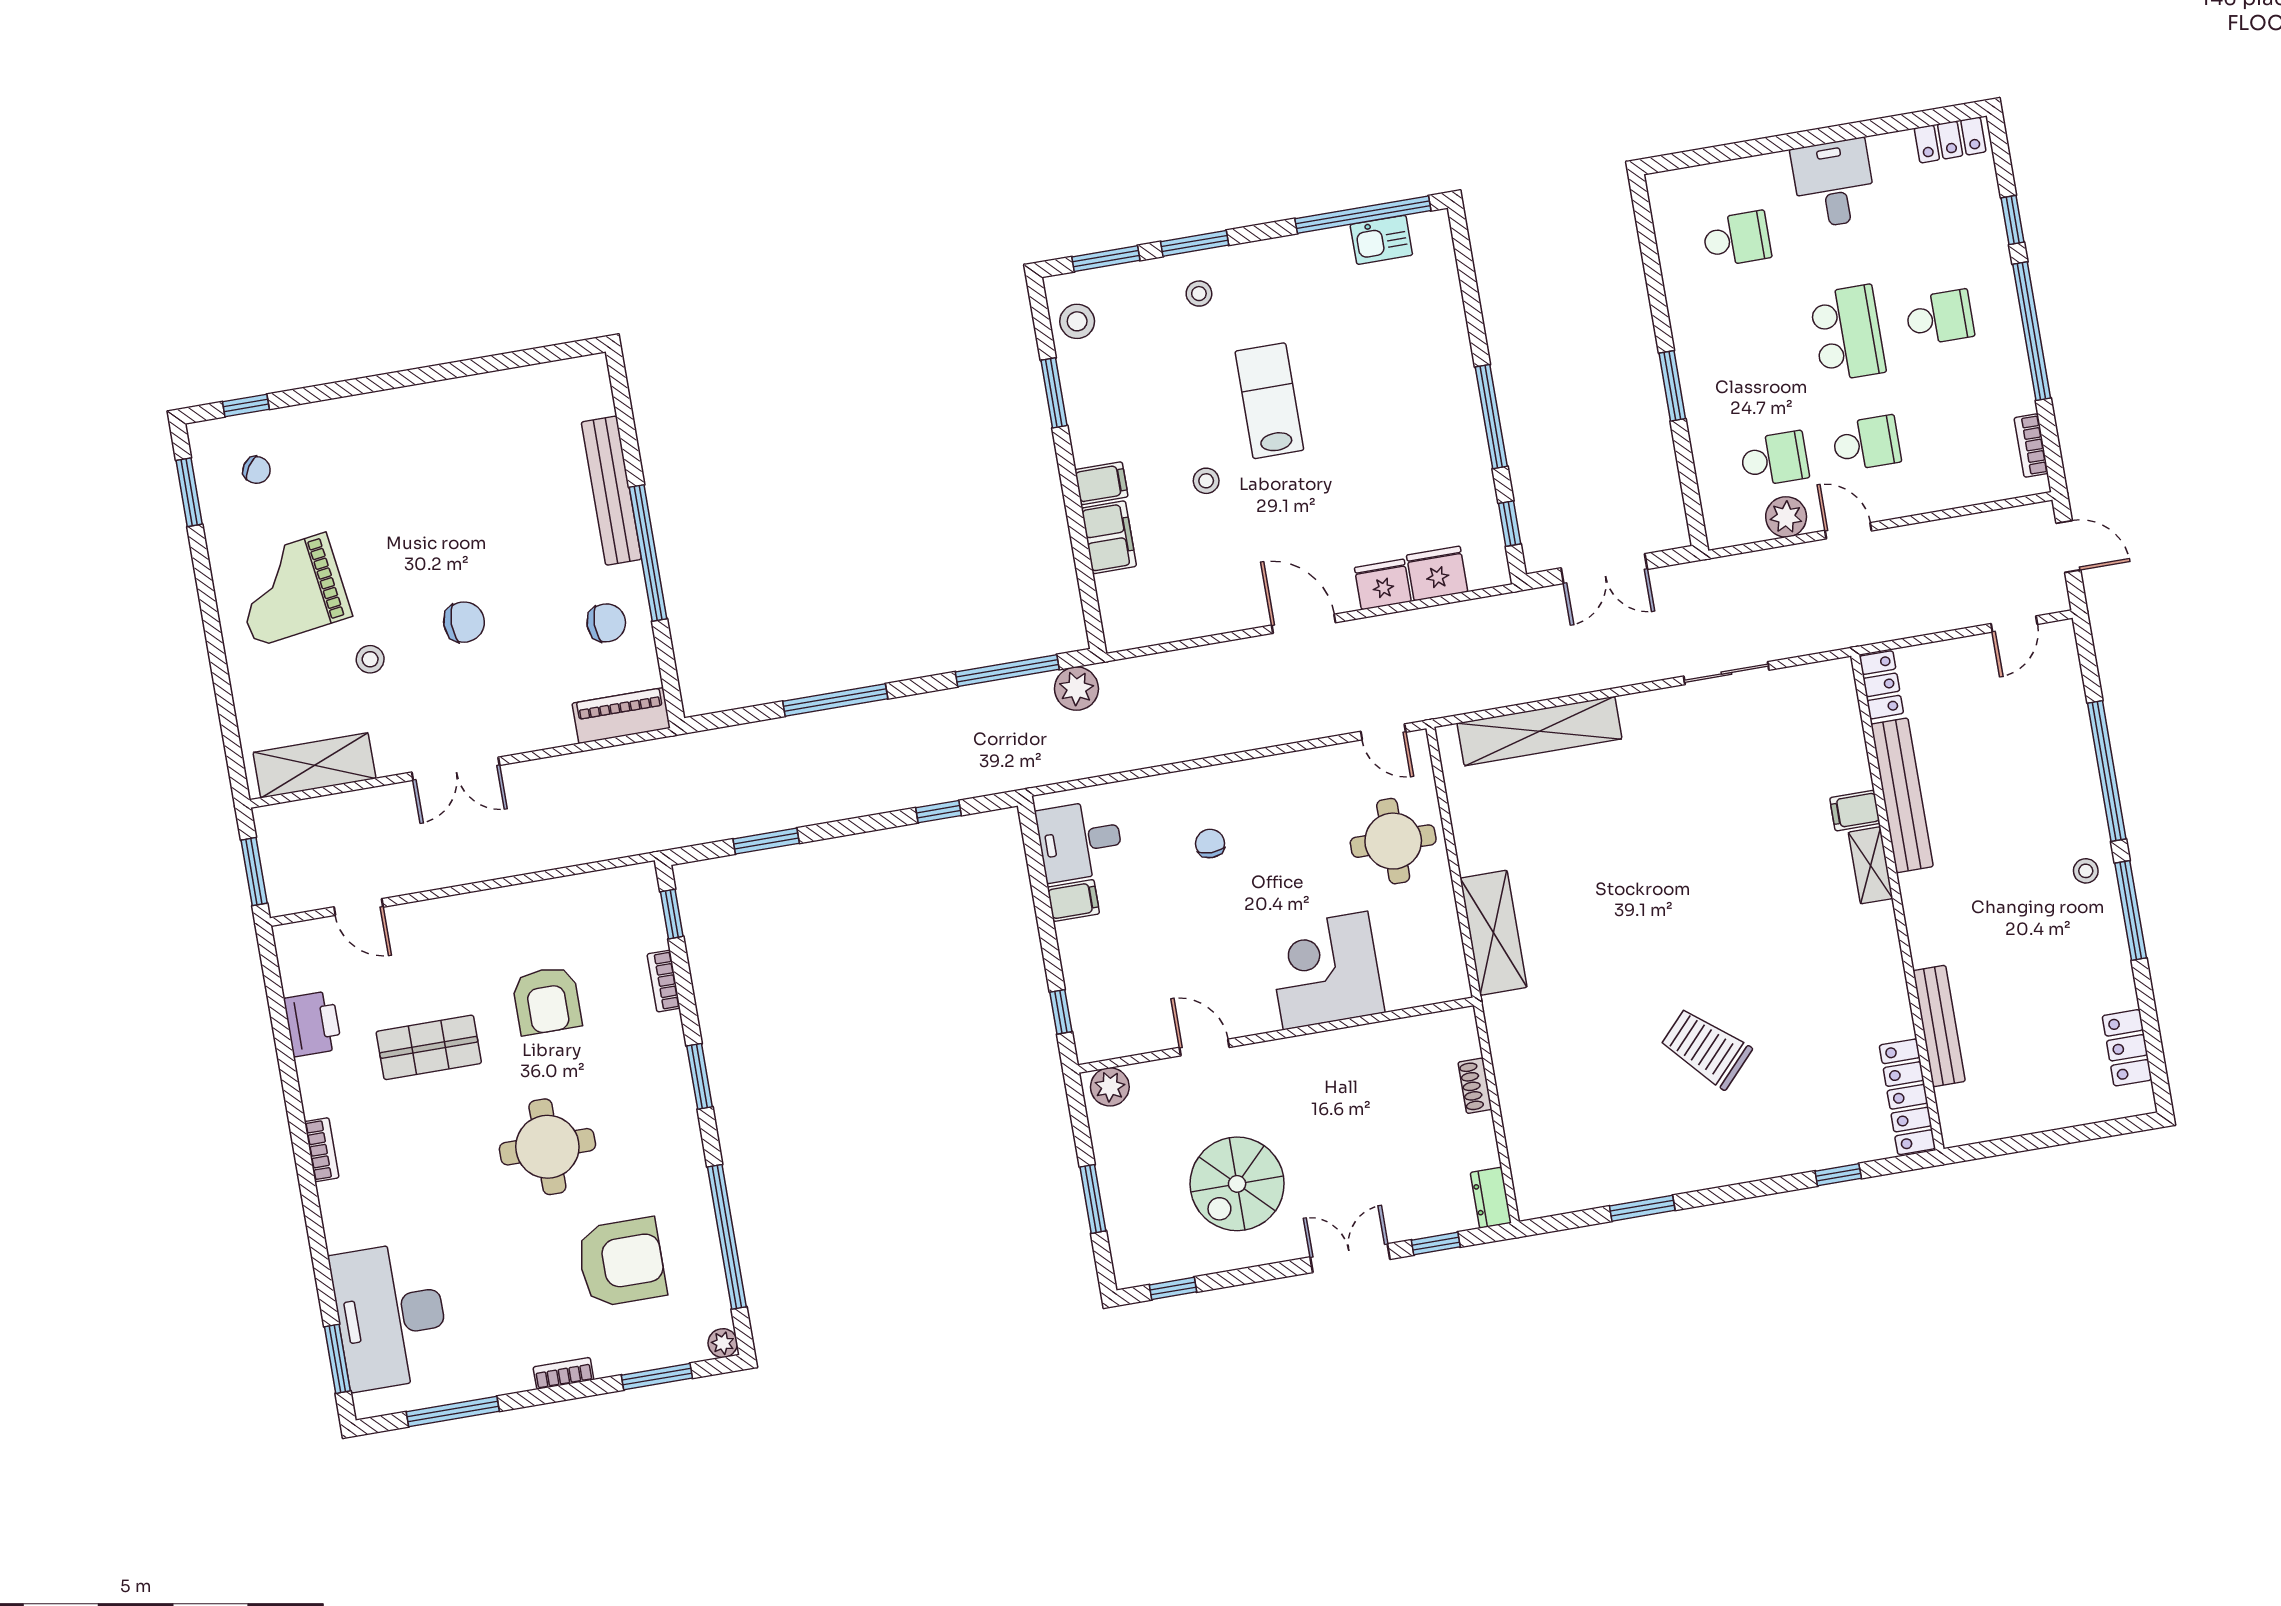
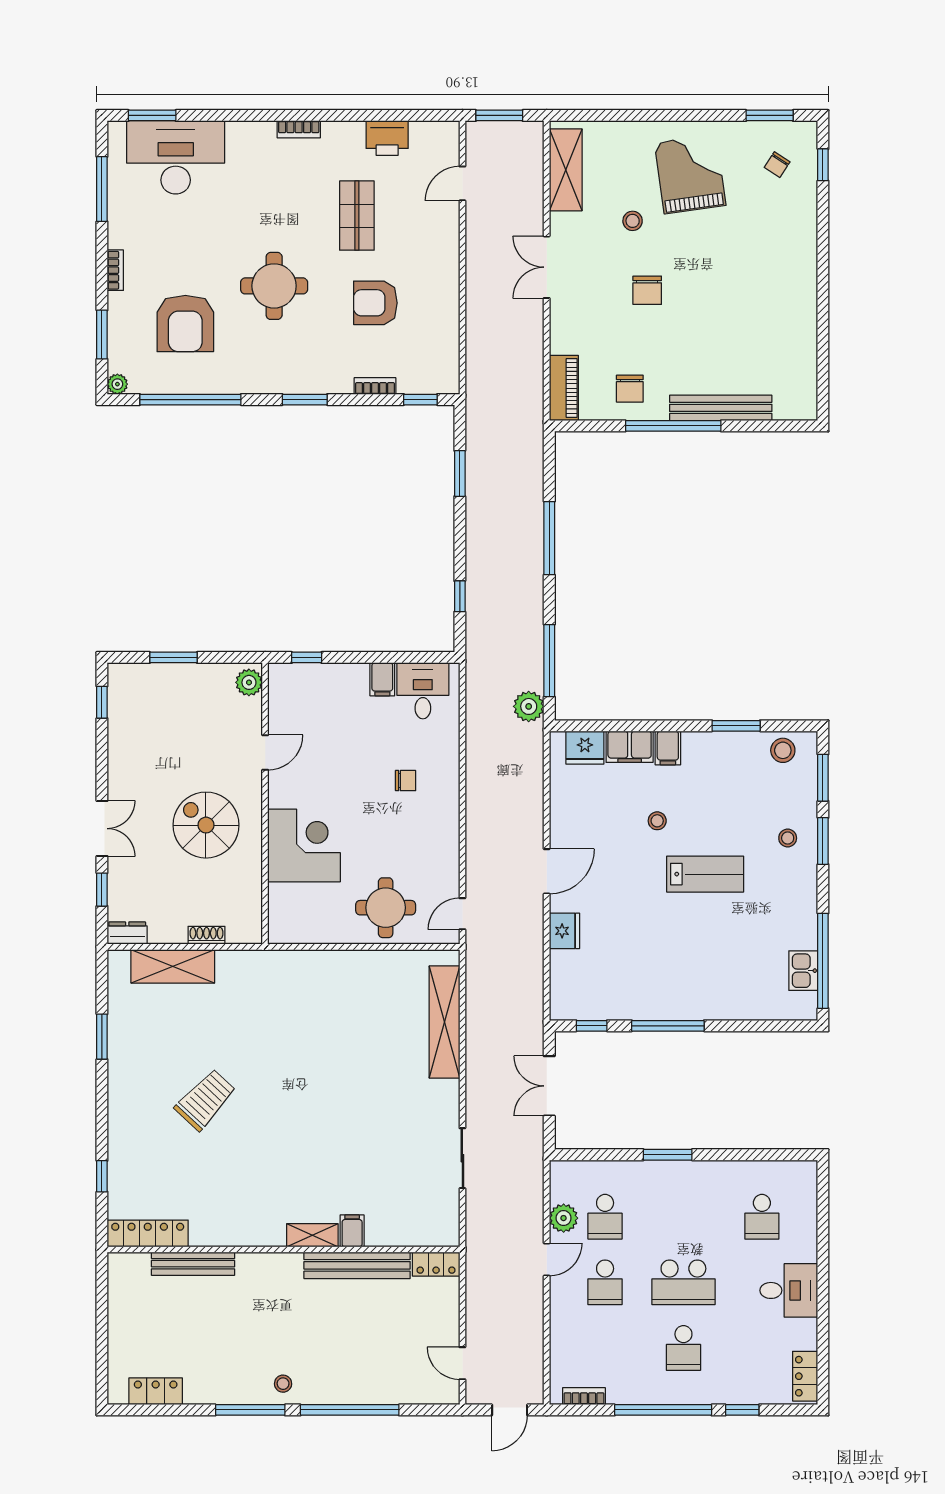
fridge: (1437, 573) -> (585, 748), moved, turned 90
shelving: (1493, 933) -> (173, 966), moved
spiral stairs: (1237, 1184) -> (206, 825), moved

